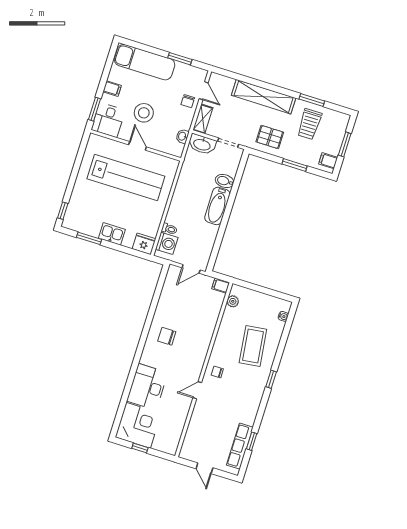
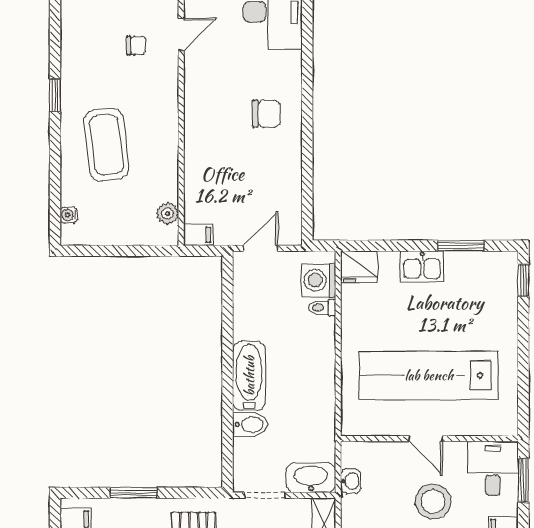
chair: (217, 372) -> (136, 46), moved

